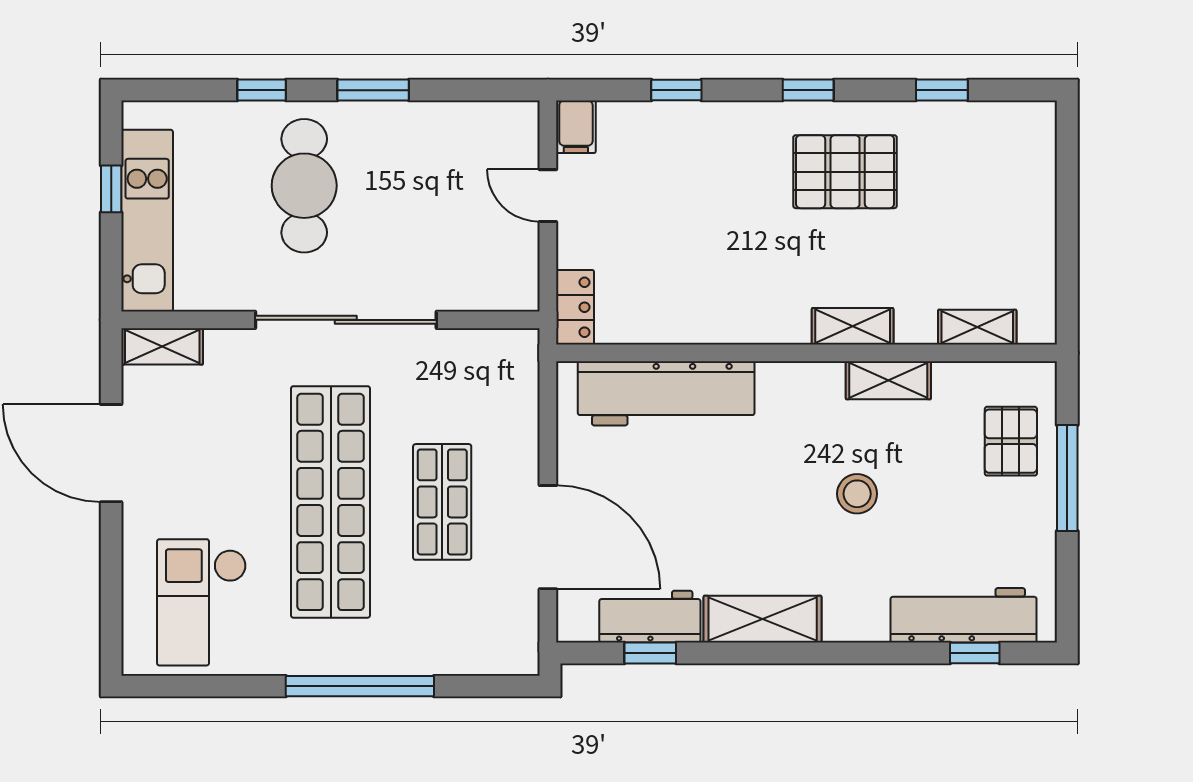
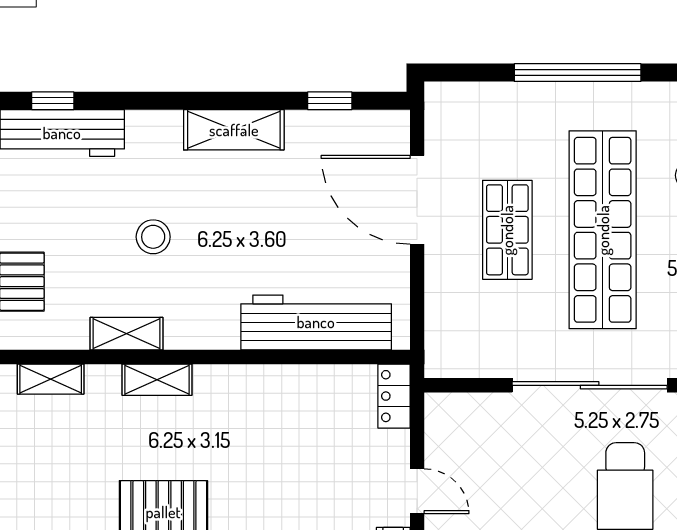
workbench: (650, 617) -> (330, 132), removed

